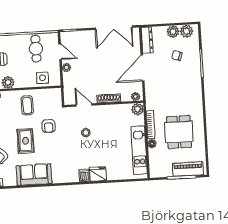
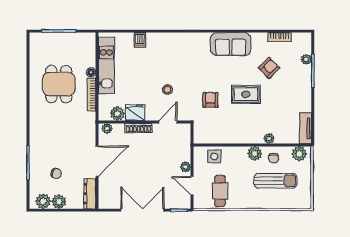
double door: (114, 28) -> (142, 210), moved
coffee table: (27, 105) -> (234, 125), removed
door: (84, 105) -> (168, 122), swing flipped
plant: (138, 109) -> (117, 114), moved
rug: (26, 141) -> (246, 94), moved, turned 90
piano: (188, 169) -> (51, 40), removed
fridge: (98, 174) -> (135, 113), moved, turned 180
dishwasher: (84, 175) -> (140, 40), moved

